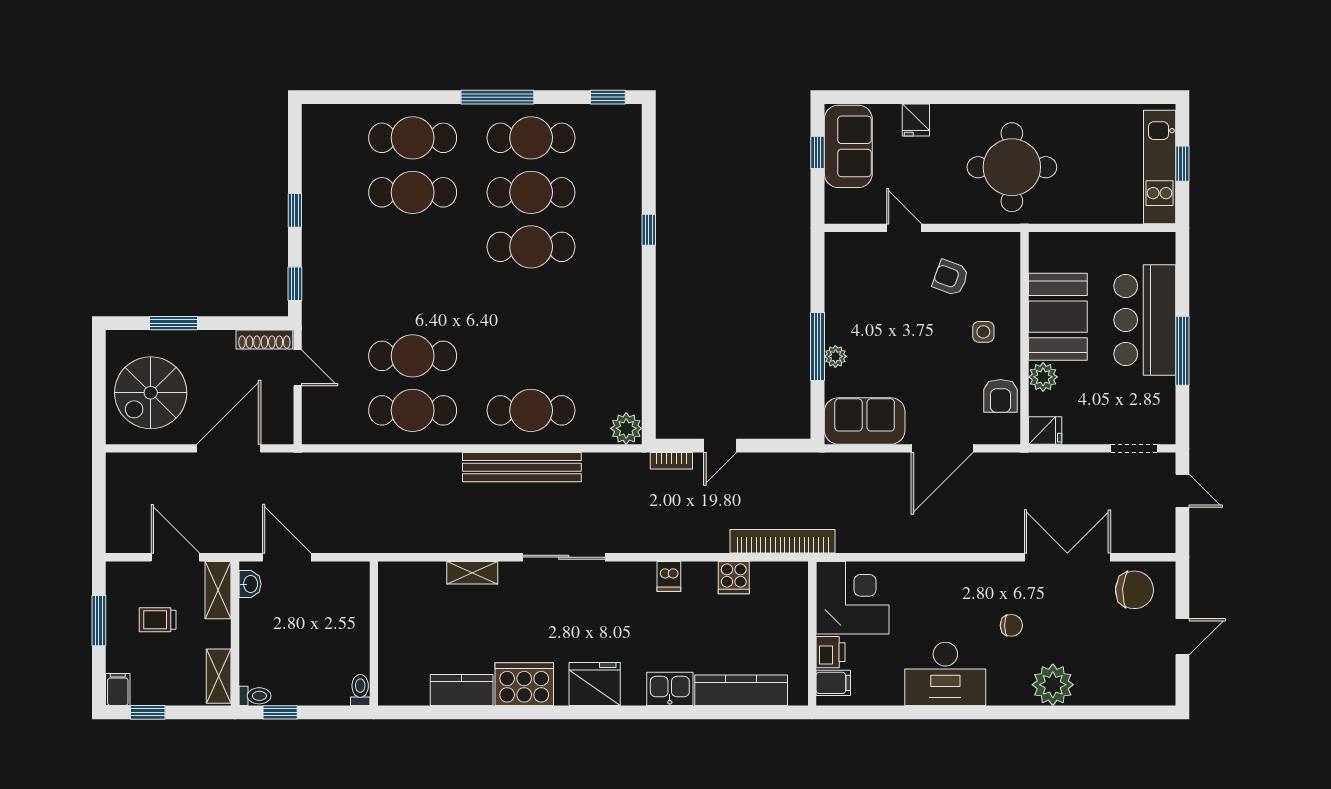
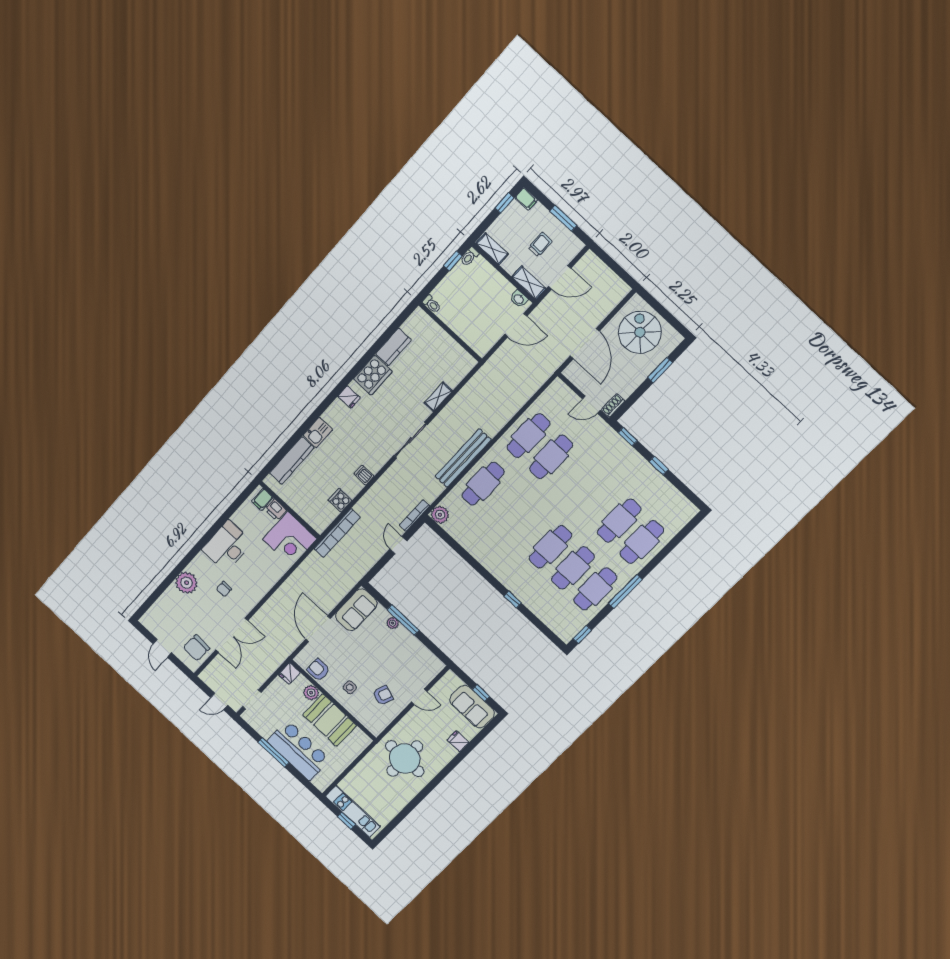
shoe rack: (264, 340) -> (613, 405), width x0.70
bookcase: (671, 461) -> (414, 516), width x1.56
fridge: (595, 684) -> (349, 397), width x0.53, depth x0.75

